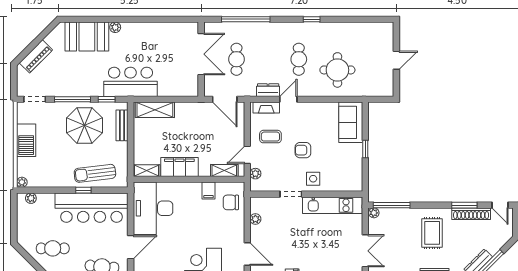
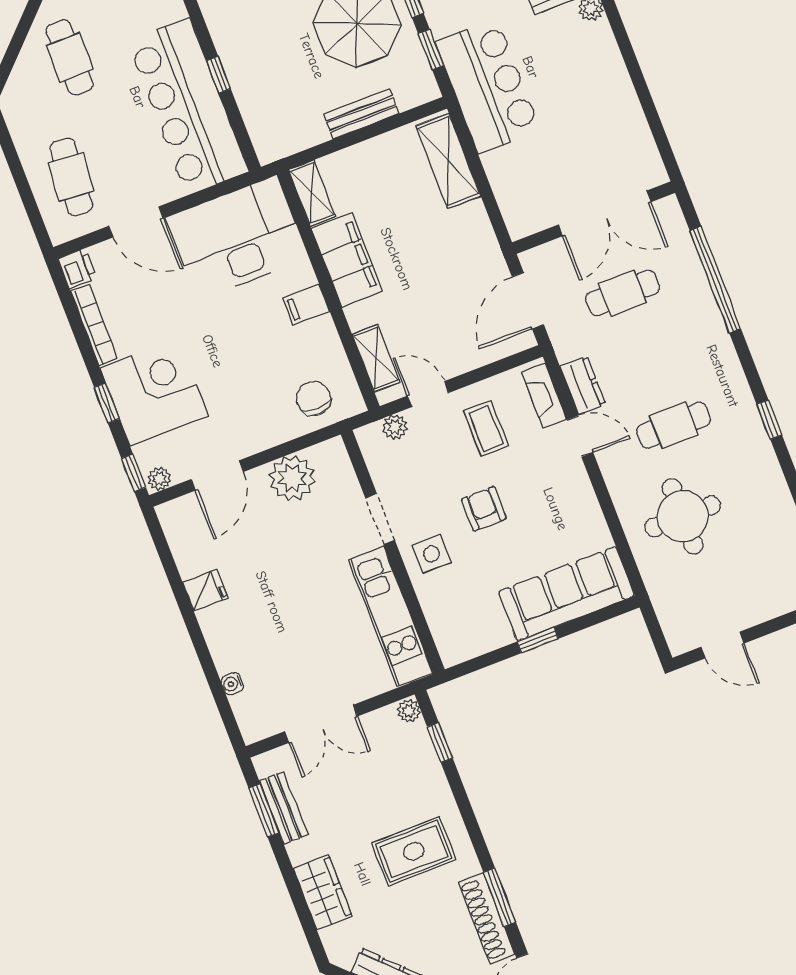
door: (396, 60) -> (723, 645), moved
sofa: (351, 122) -> (567, 594), width x1.36
bench: (122, 125) -> (361, 114), moved
sun lounger: (95, 173) -> (264, 85), removed
filing cabinet: (209, 191) -> (306, 305), moved
window: (392, 205) -> (440, 742), width x0.46
plant: (255, 219) -> (292, 478), width x1.88, depth x1.88

